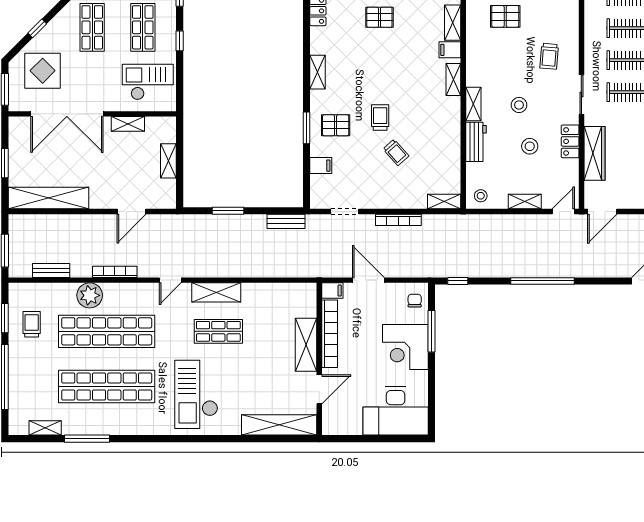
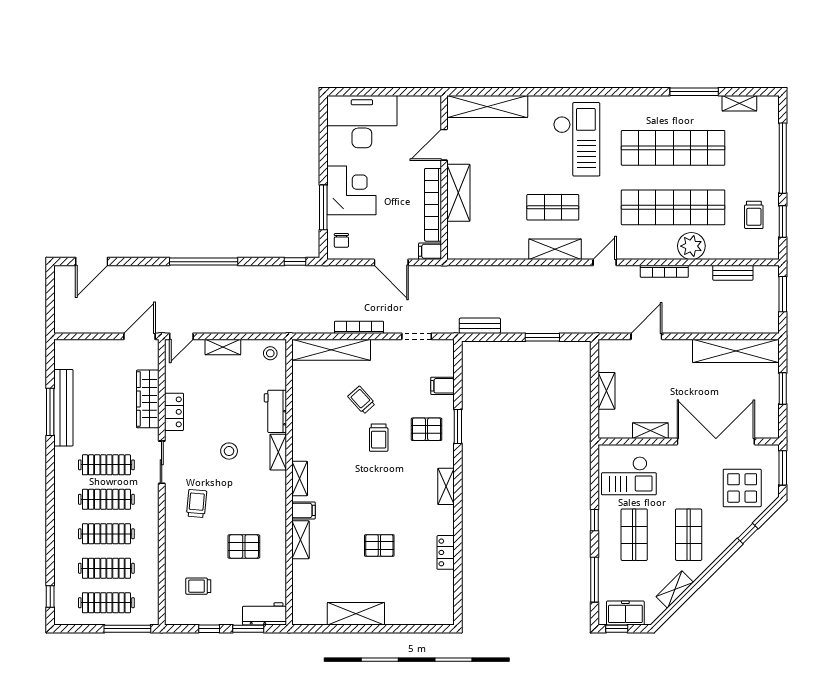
stool: (530, 146) -> (218, 407), removed
shelving: (444, 202) -> (331, 350), width x2.20, depth x1.33

